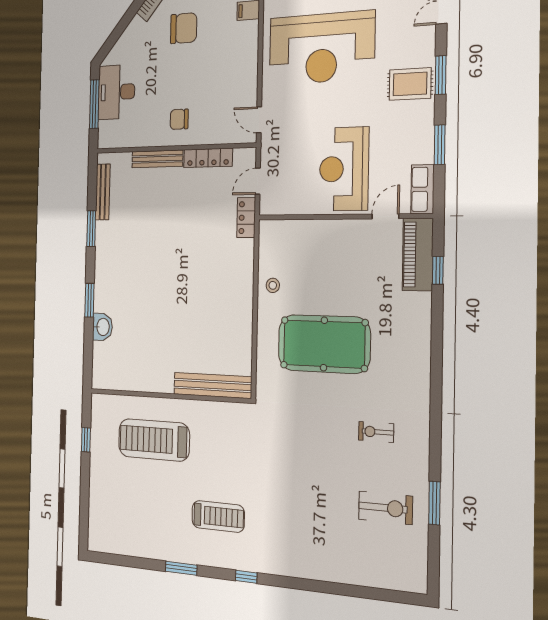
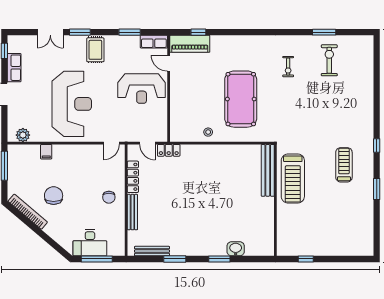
window: (441, 75) -> (80, 32), moved
treadmill: (154, 440) -> (293, 179), moved

